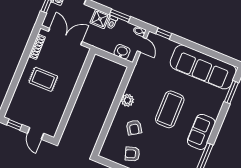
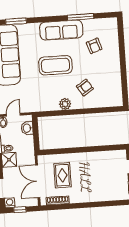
rug: (43, 79) -> (62, 175), moved
sofa: (201, 132) -> (61, 30), width x1.36
armchair: (132, 154) -> (94, 46), moved

